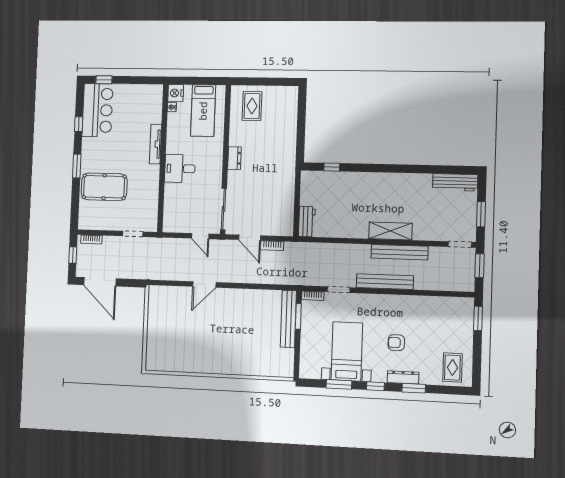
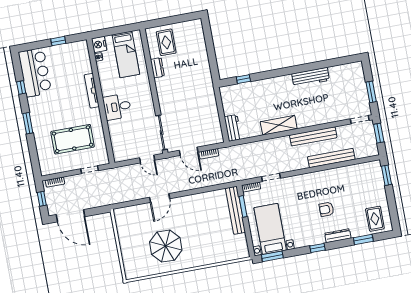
window: (104, 80) -> (58, 41), moved
dresser: (234, 158) -> (157, 68), moved
workbench: (455, 182) -> (311, 77), moved
pool table: (104, 187) -> (73, 139), moved
shelving: (390, 231) -> (279, 125), moved
bench: (385, 282) -> (331, 158), moved
parasol: (199, 342) -> (166, 246), added
bed with nightstands: (347, 351) -> (270, 229), moved
window: (339, 384) -> (272, 256), moved
window: (414, 388) -> (363, 239), moved

